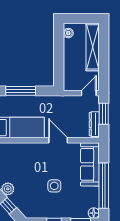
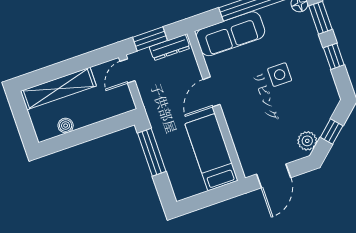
boiler: (68, 33) -> (66, 126), moved
window: (21, 91) -> (152, 152), moved
door: (89, 93) -> (127, 71), hinge flipped

